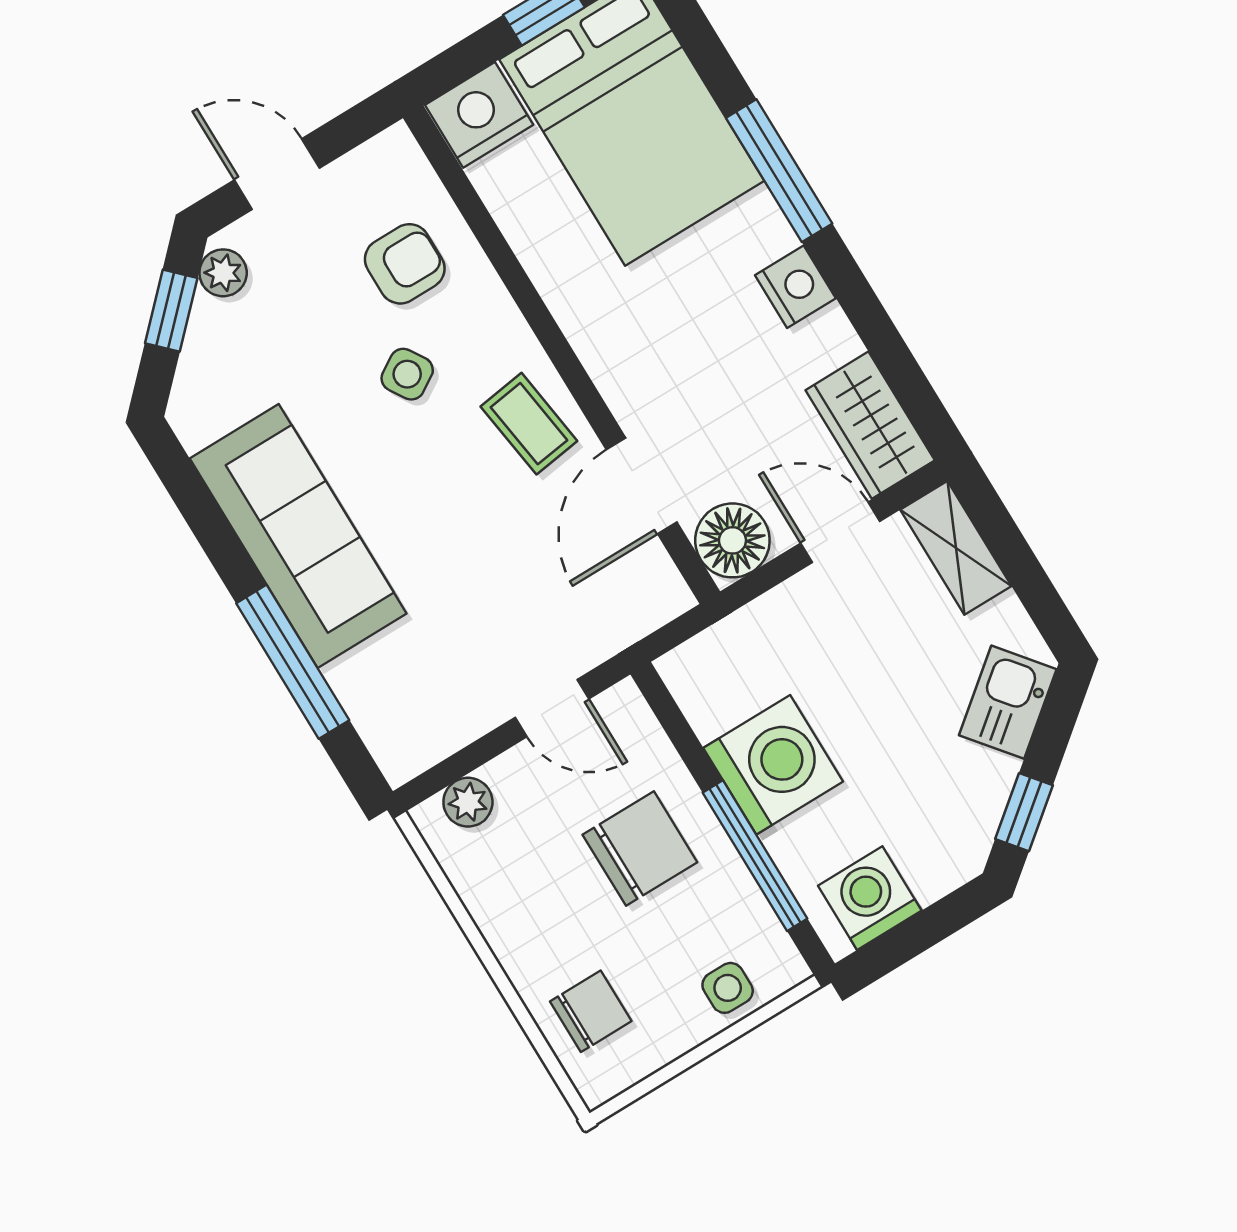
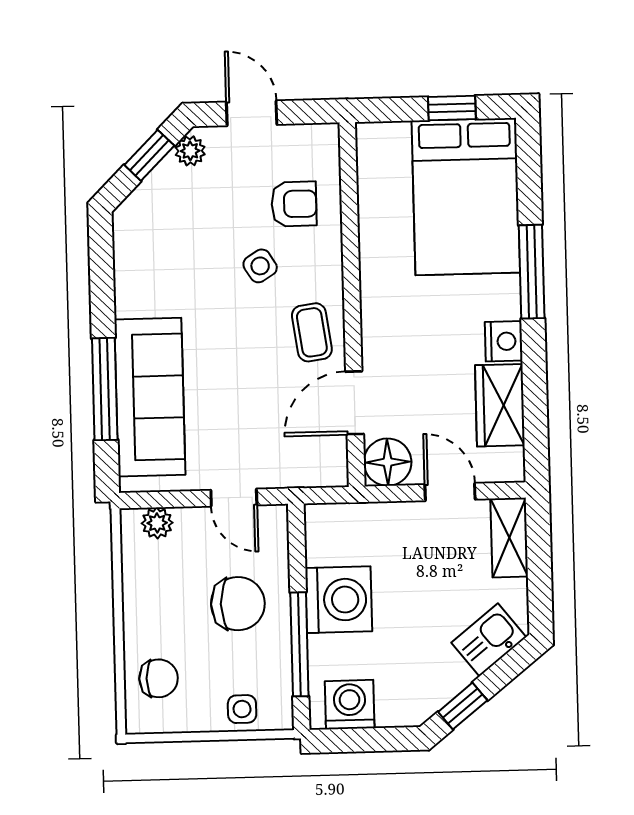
nightstand: (479, 115) -> (383, 145), removed
wardrobe: (870, 425) -> (500, 405), moved
sofa: (298, 536) -> (150, 397), moved

